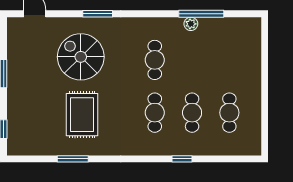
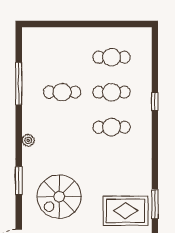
plant: (191, 24) -> (28, 140), moved
cafe table: (155, 60) -> (62, 92), moved
rug: (82, 115) -> (125, 211), moved

